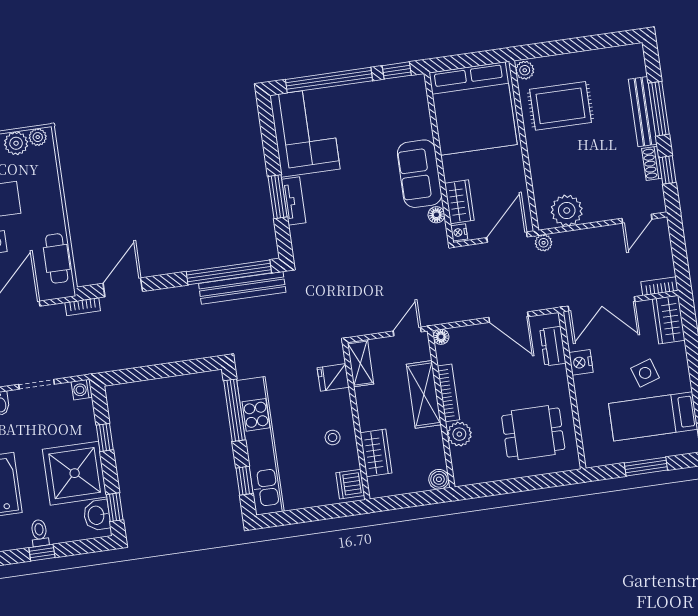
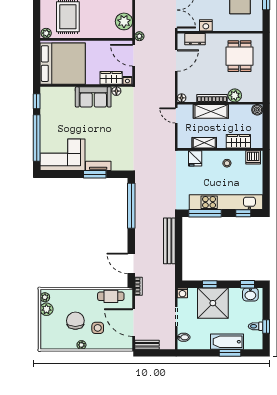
bench: (242, 288) -> (169, 241), moved
shelving: (360, 363) -> (204, 143), moved
shower: (75, 473) -> (213, 303), moved

